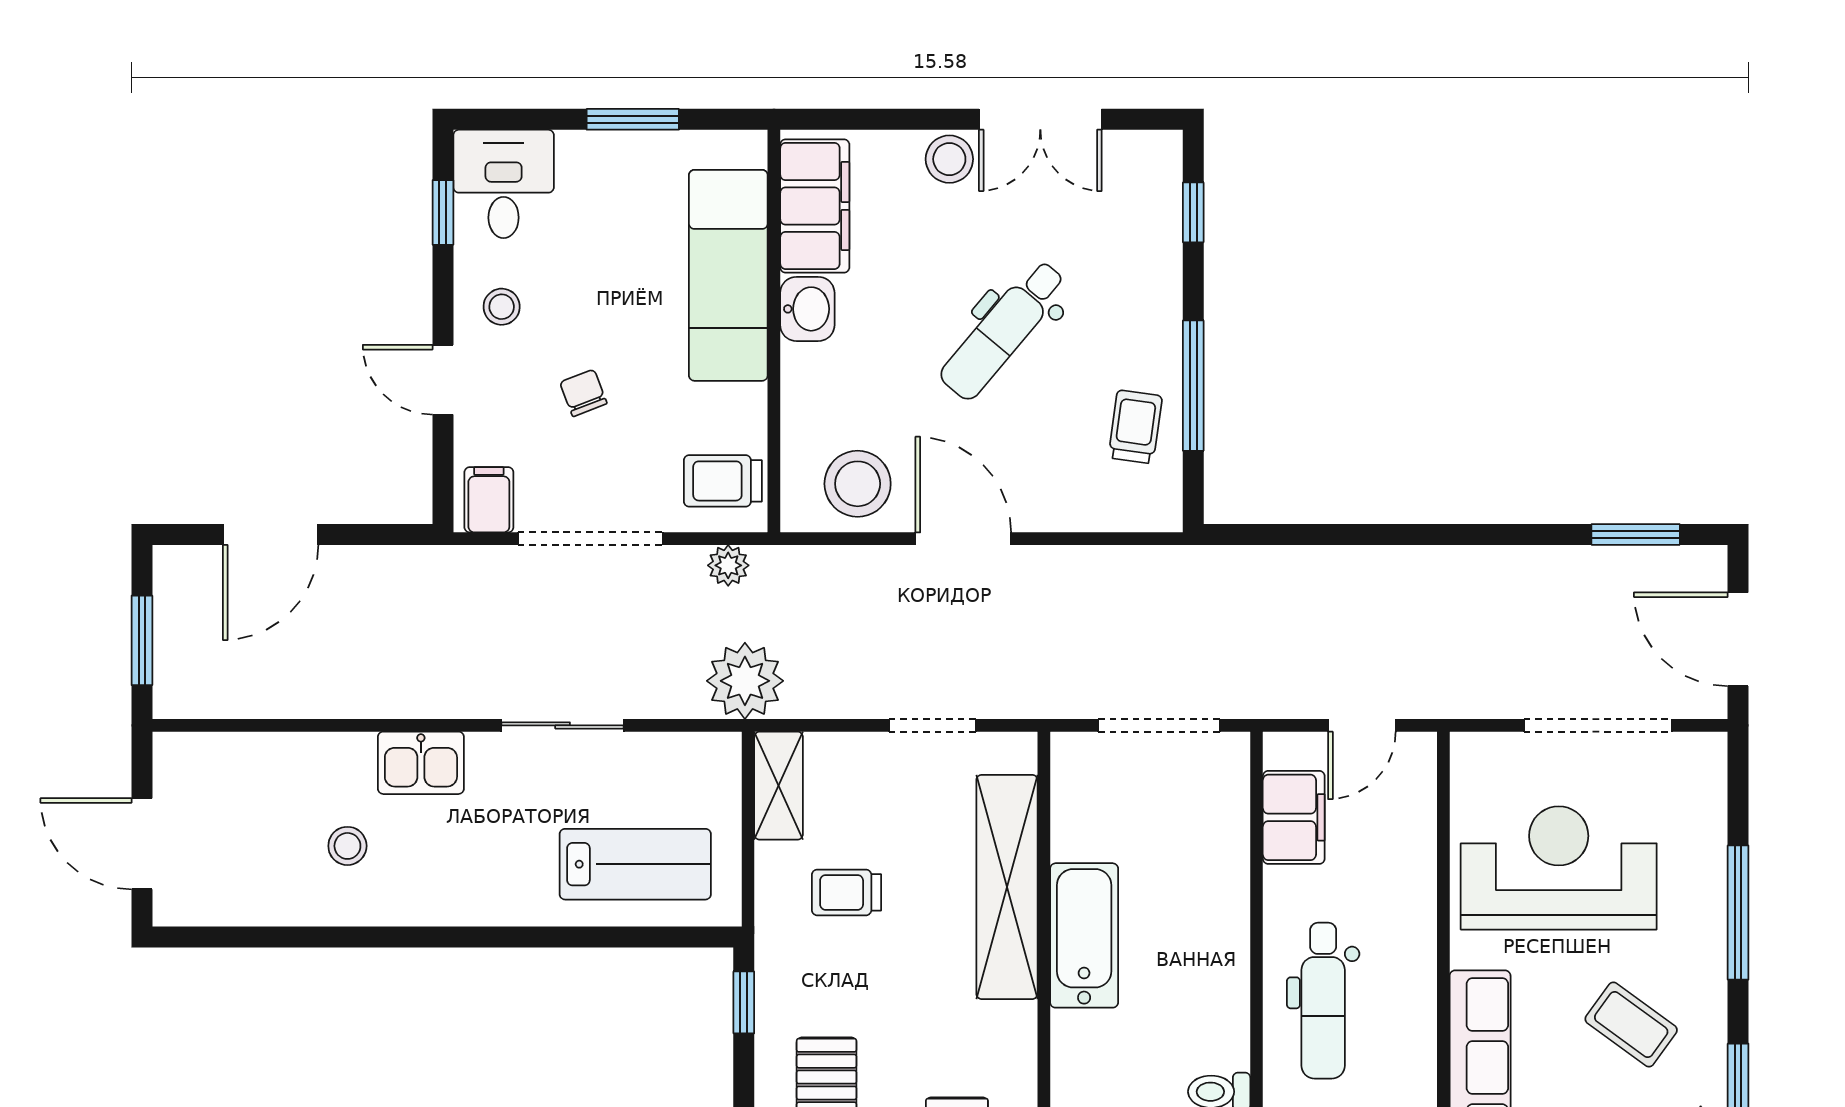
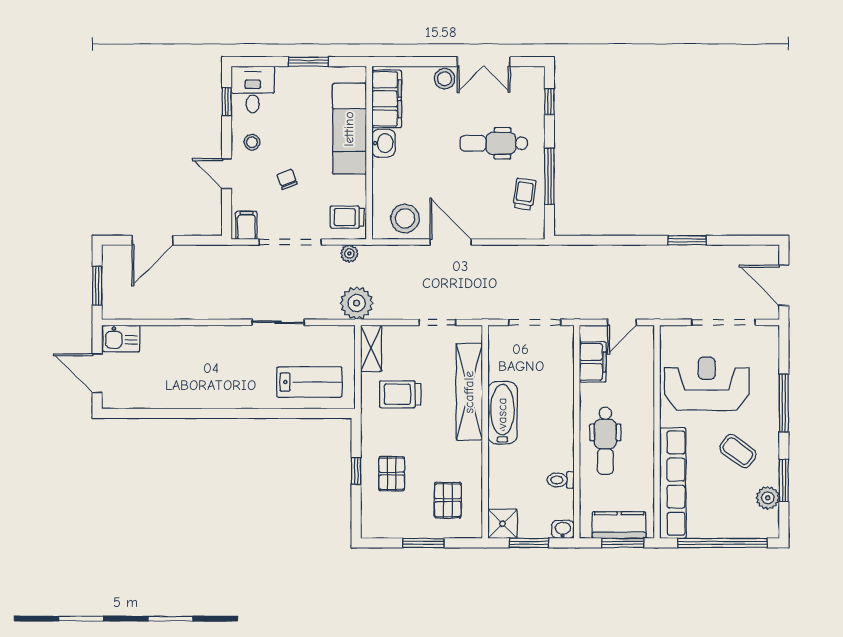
dental chair: (1003, 330) -> (494, 143), moved, turned 50
window: (1636, 534) -> (687, 240), moved
kitchen sink: (421, 763) -> (121, 338), moved
stool: (347, 846) -> (186, 374), removed
trolley: (846, 892) -> (400, 394), width x1.36, depth x1.39
window: (744, 1002) -> (356, 471), moved

